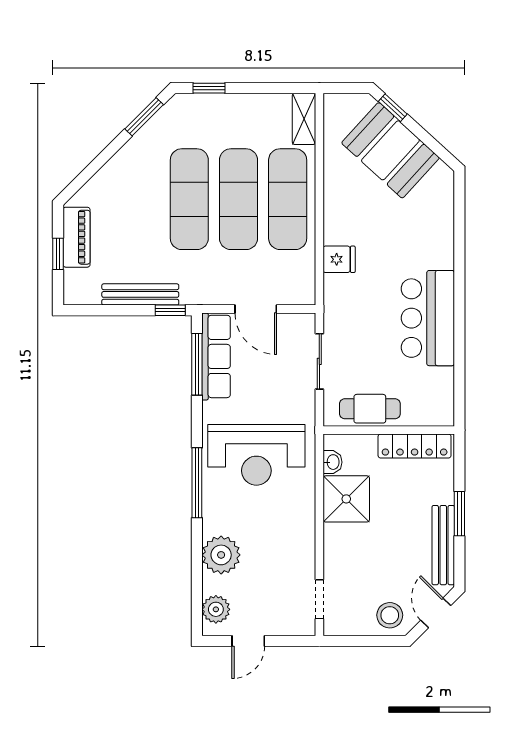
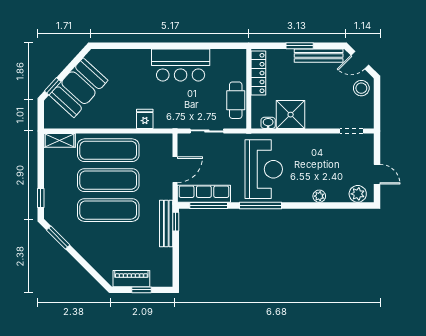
bench: (140, 294) -> (166, 223), moved
window: (197, 483) -> (260, 205), moved
plant: (221, 555) -> (319, 196), width x0.53, depth x0.53

